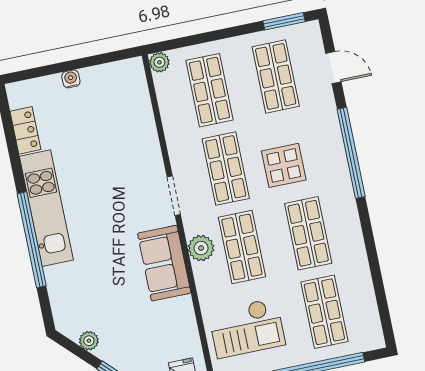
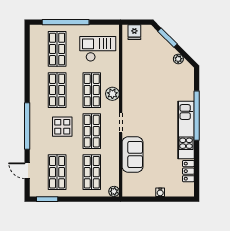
sofa: (164, 263) -> (132, 154), moved

